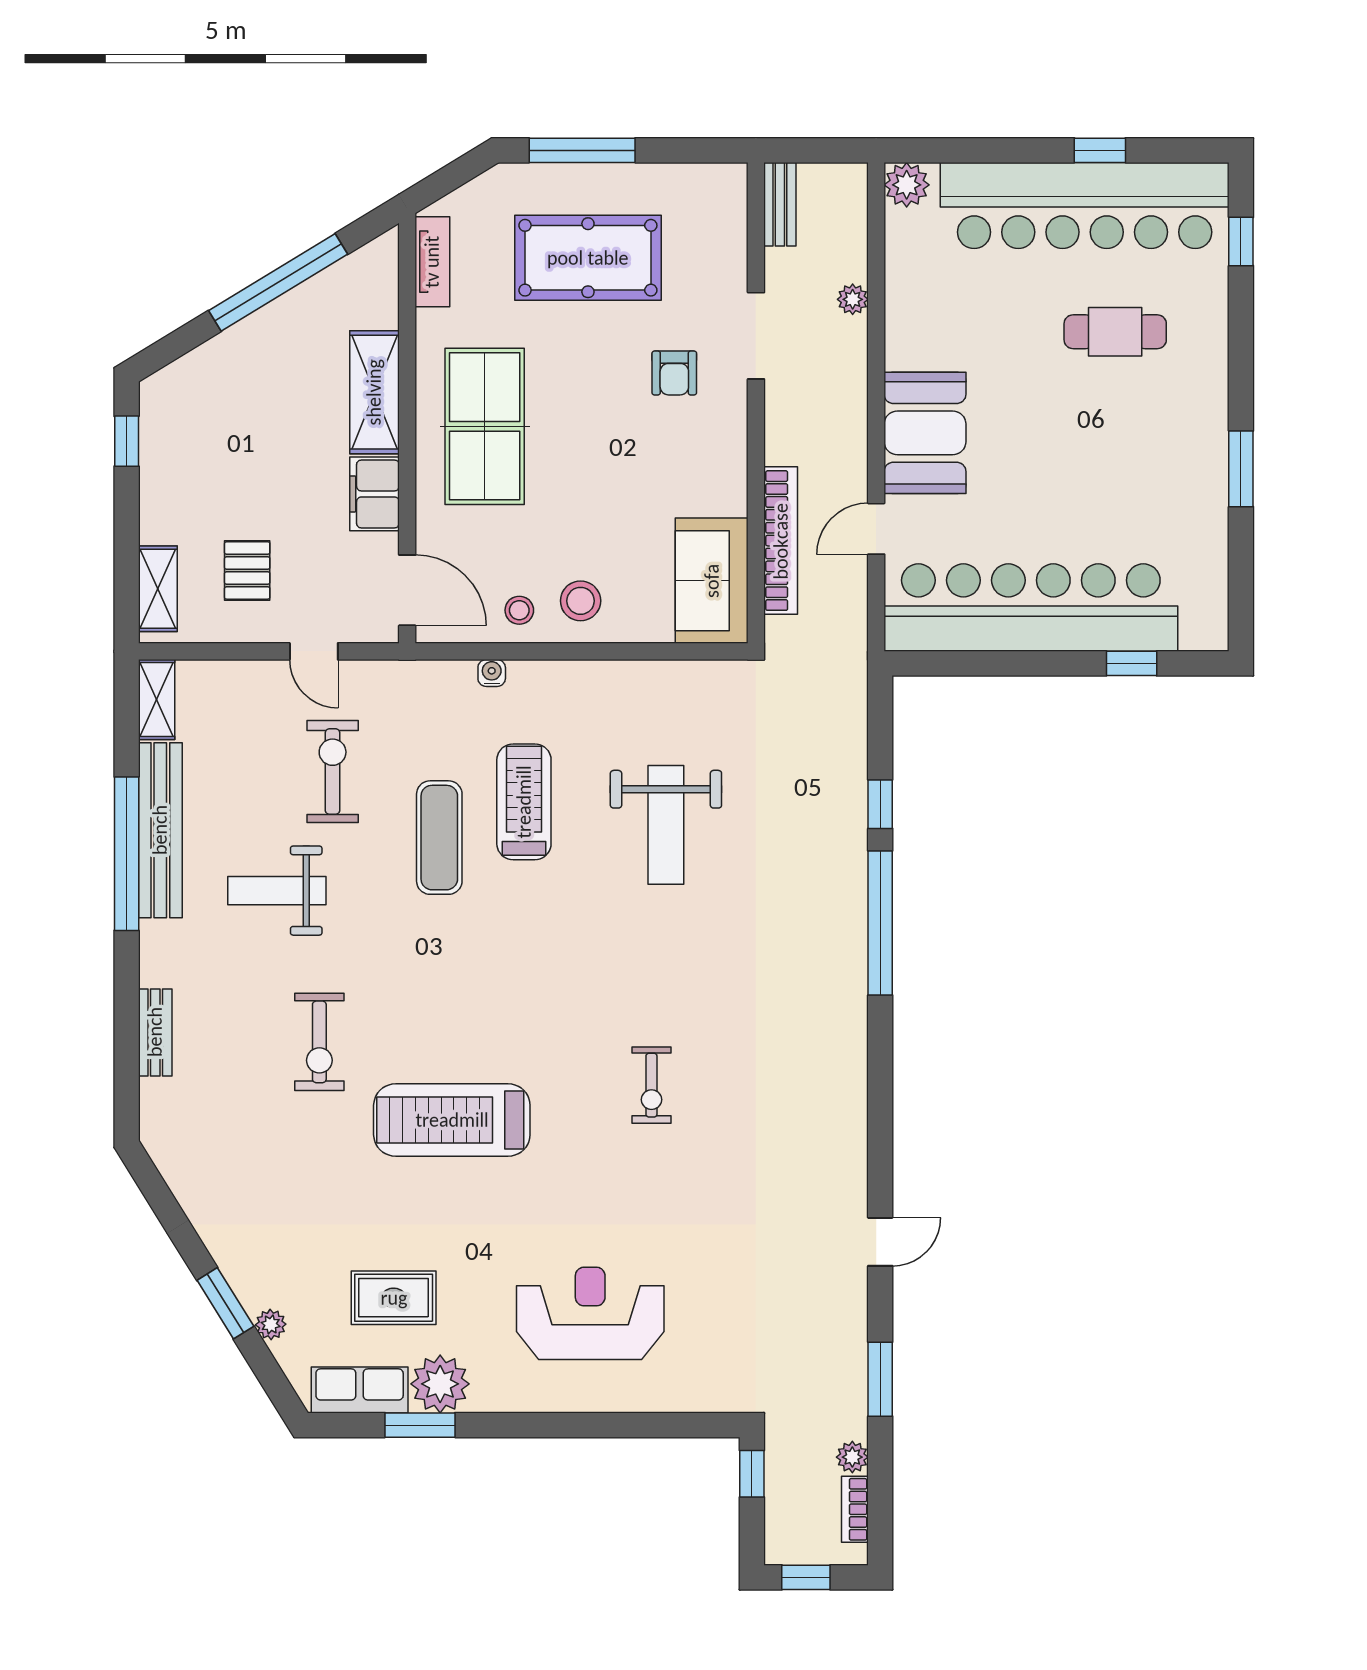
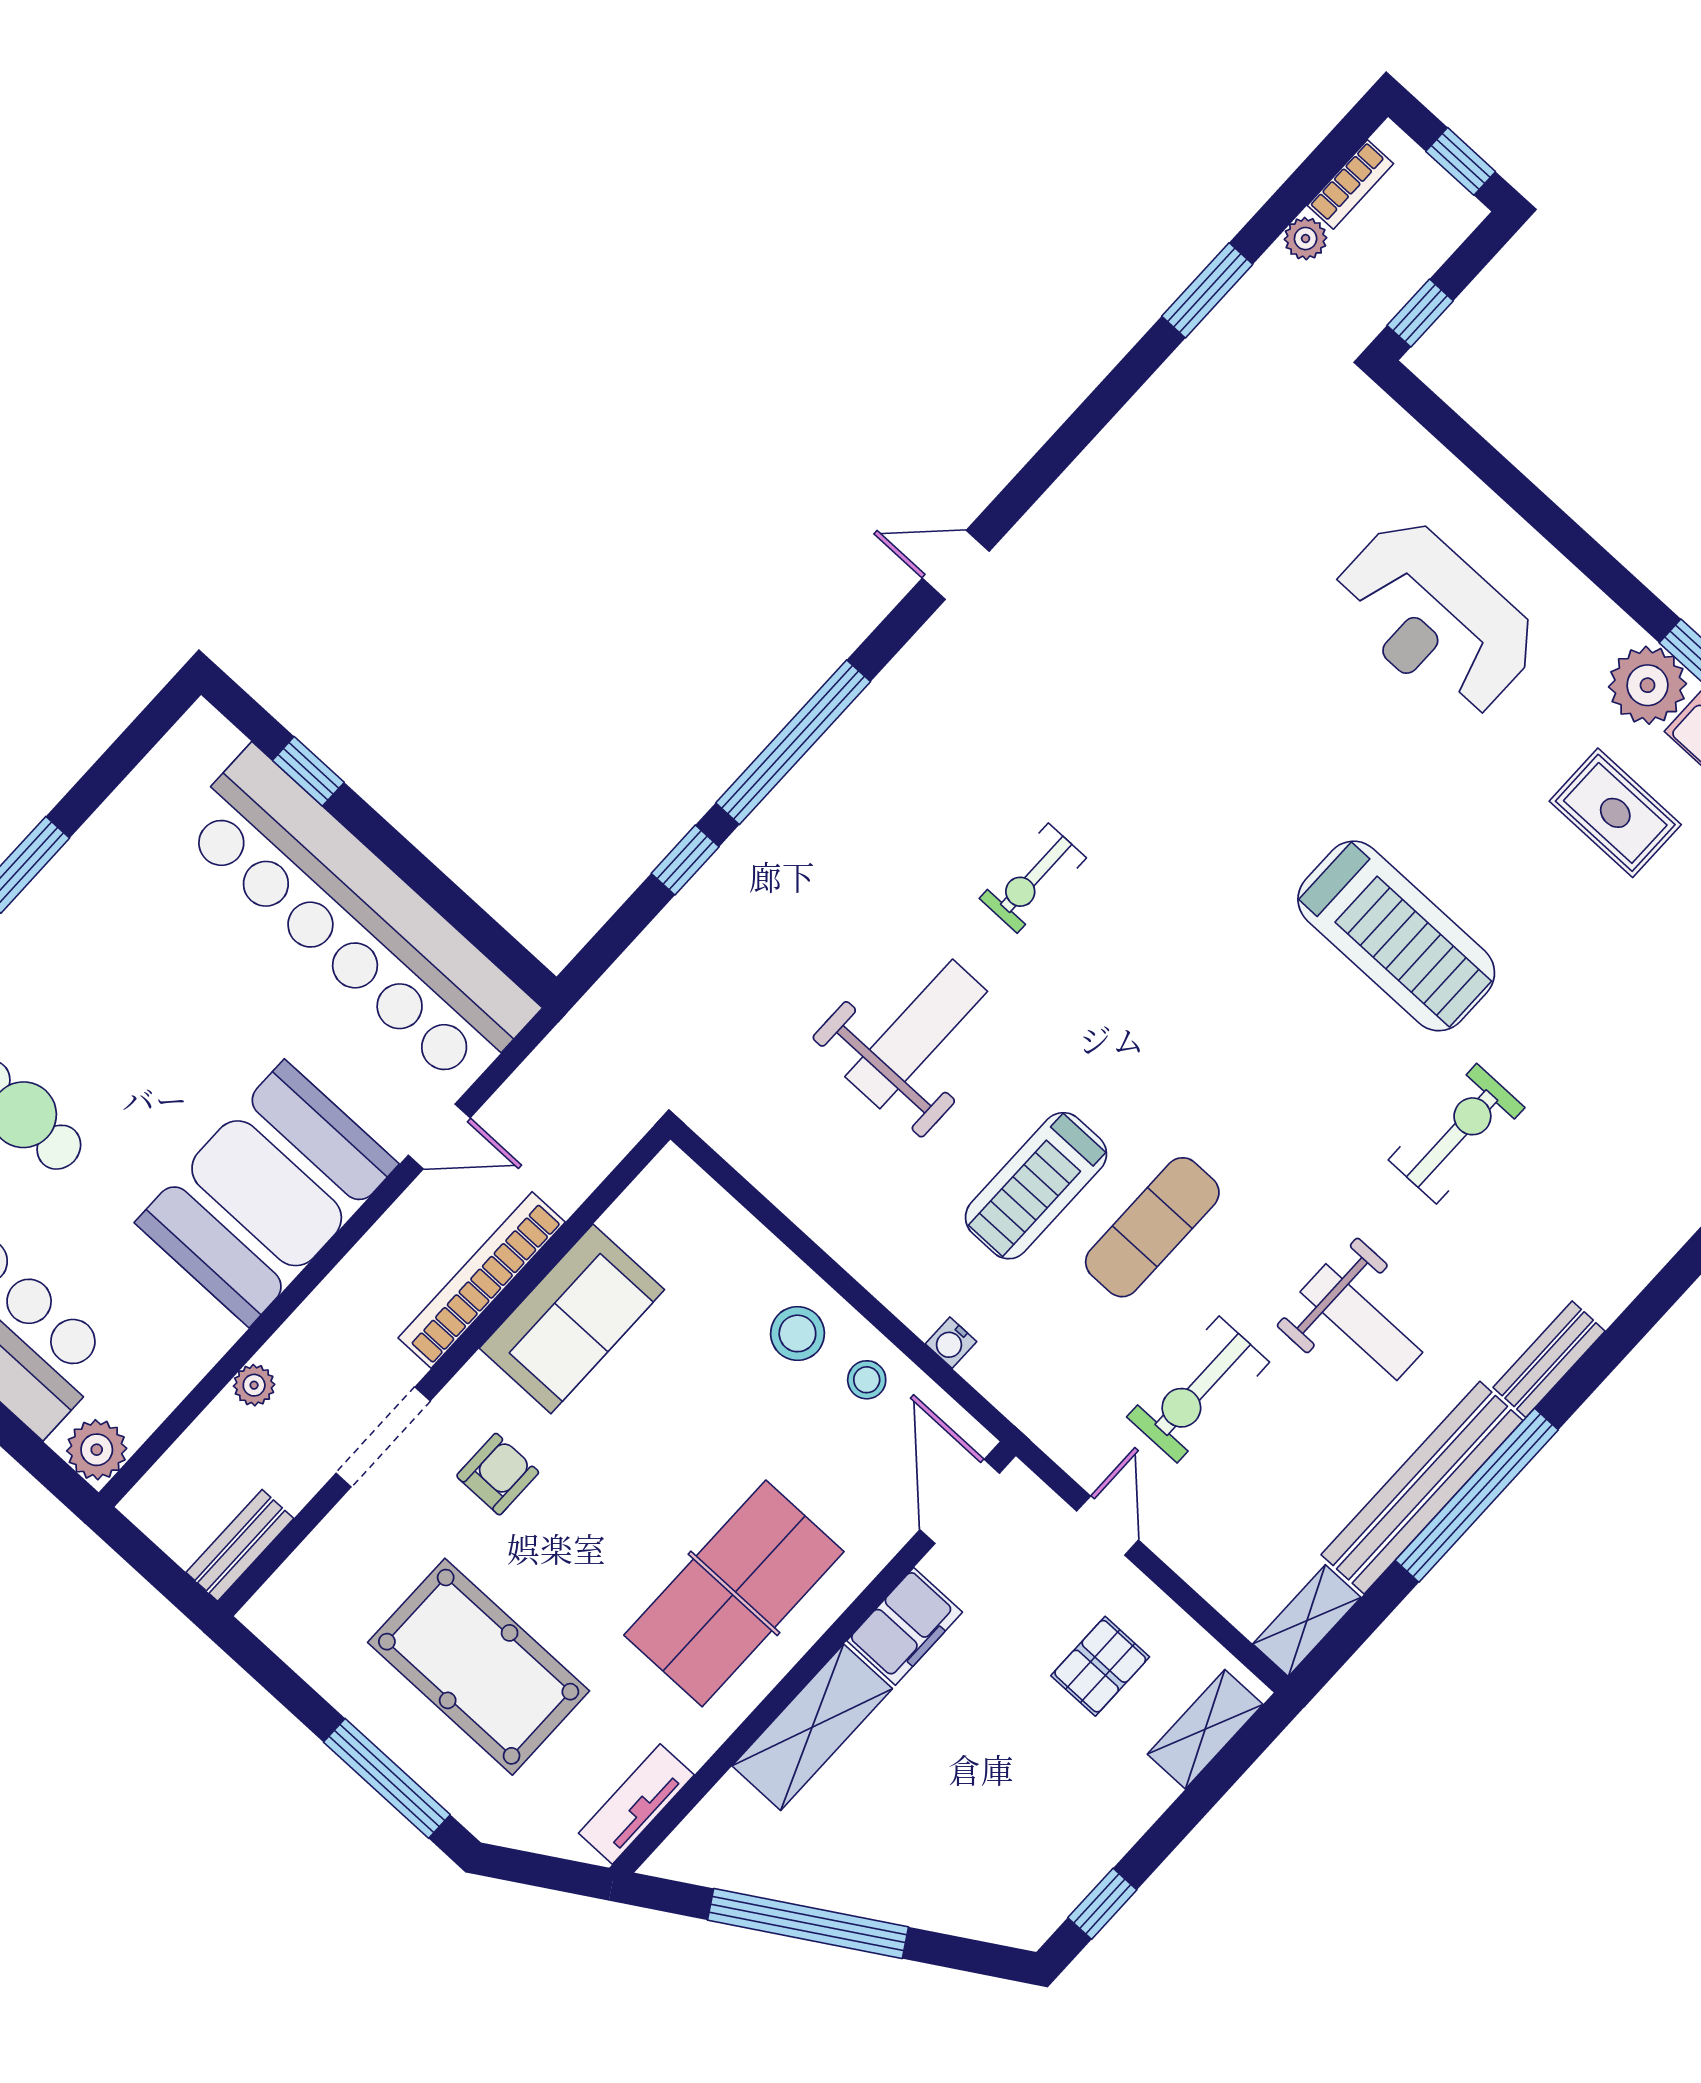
booth: (925, 433) -> (267, 1193), width x1.36, depth x1.42
bookcase: (781, 541) -> (482, 1280), moved
sofa: (712, 581) -> (572, 1319), moved
bench: (155, 1032) -> (1549, 1359), moved
exercise bike: (651, 1085) -> (1033, 878), moved, turned 180
door: (880, 1242) -> (956, 565), moved

